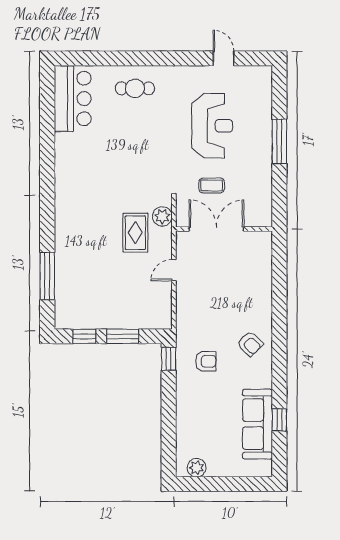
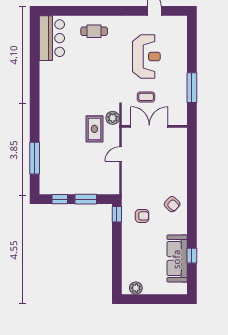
window: (279, 141) -> (192, 88), moved

